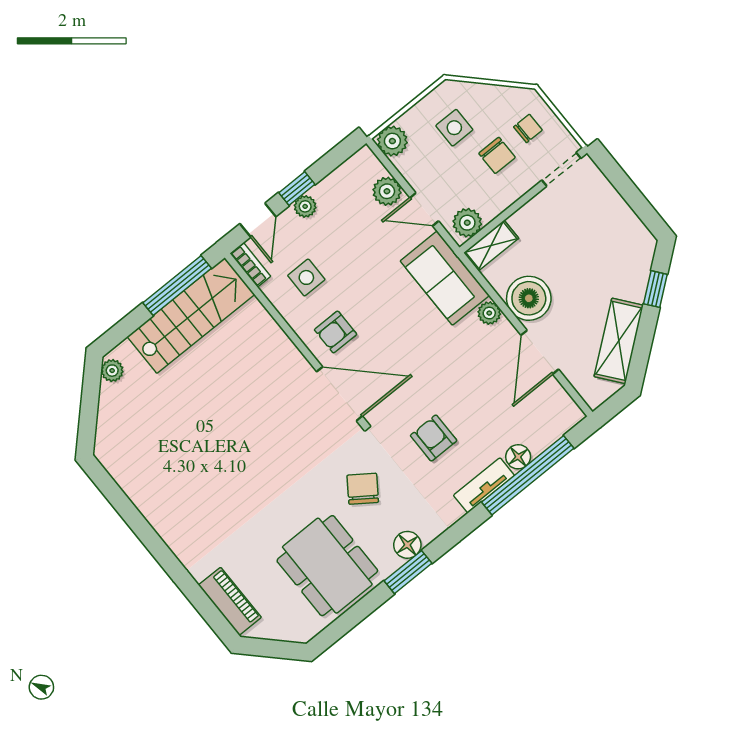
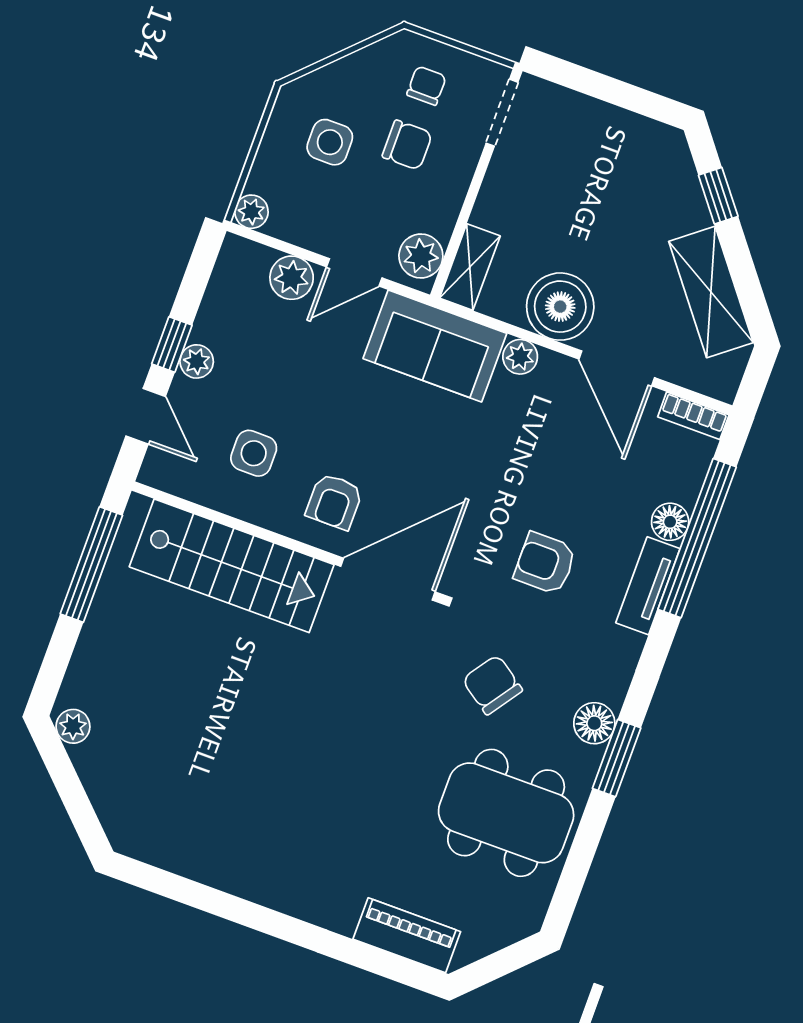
plant: (392, 141) -> (251, 212), width x0.73, depth x0.73
bookcase: (250, 265) -> (693, 416), moved, turned 180
stairs: (191, 316) -> (232, 566), moved, turned 90

